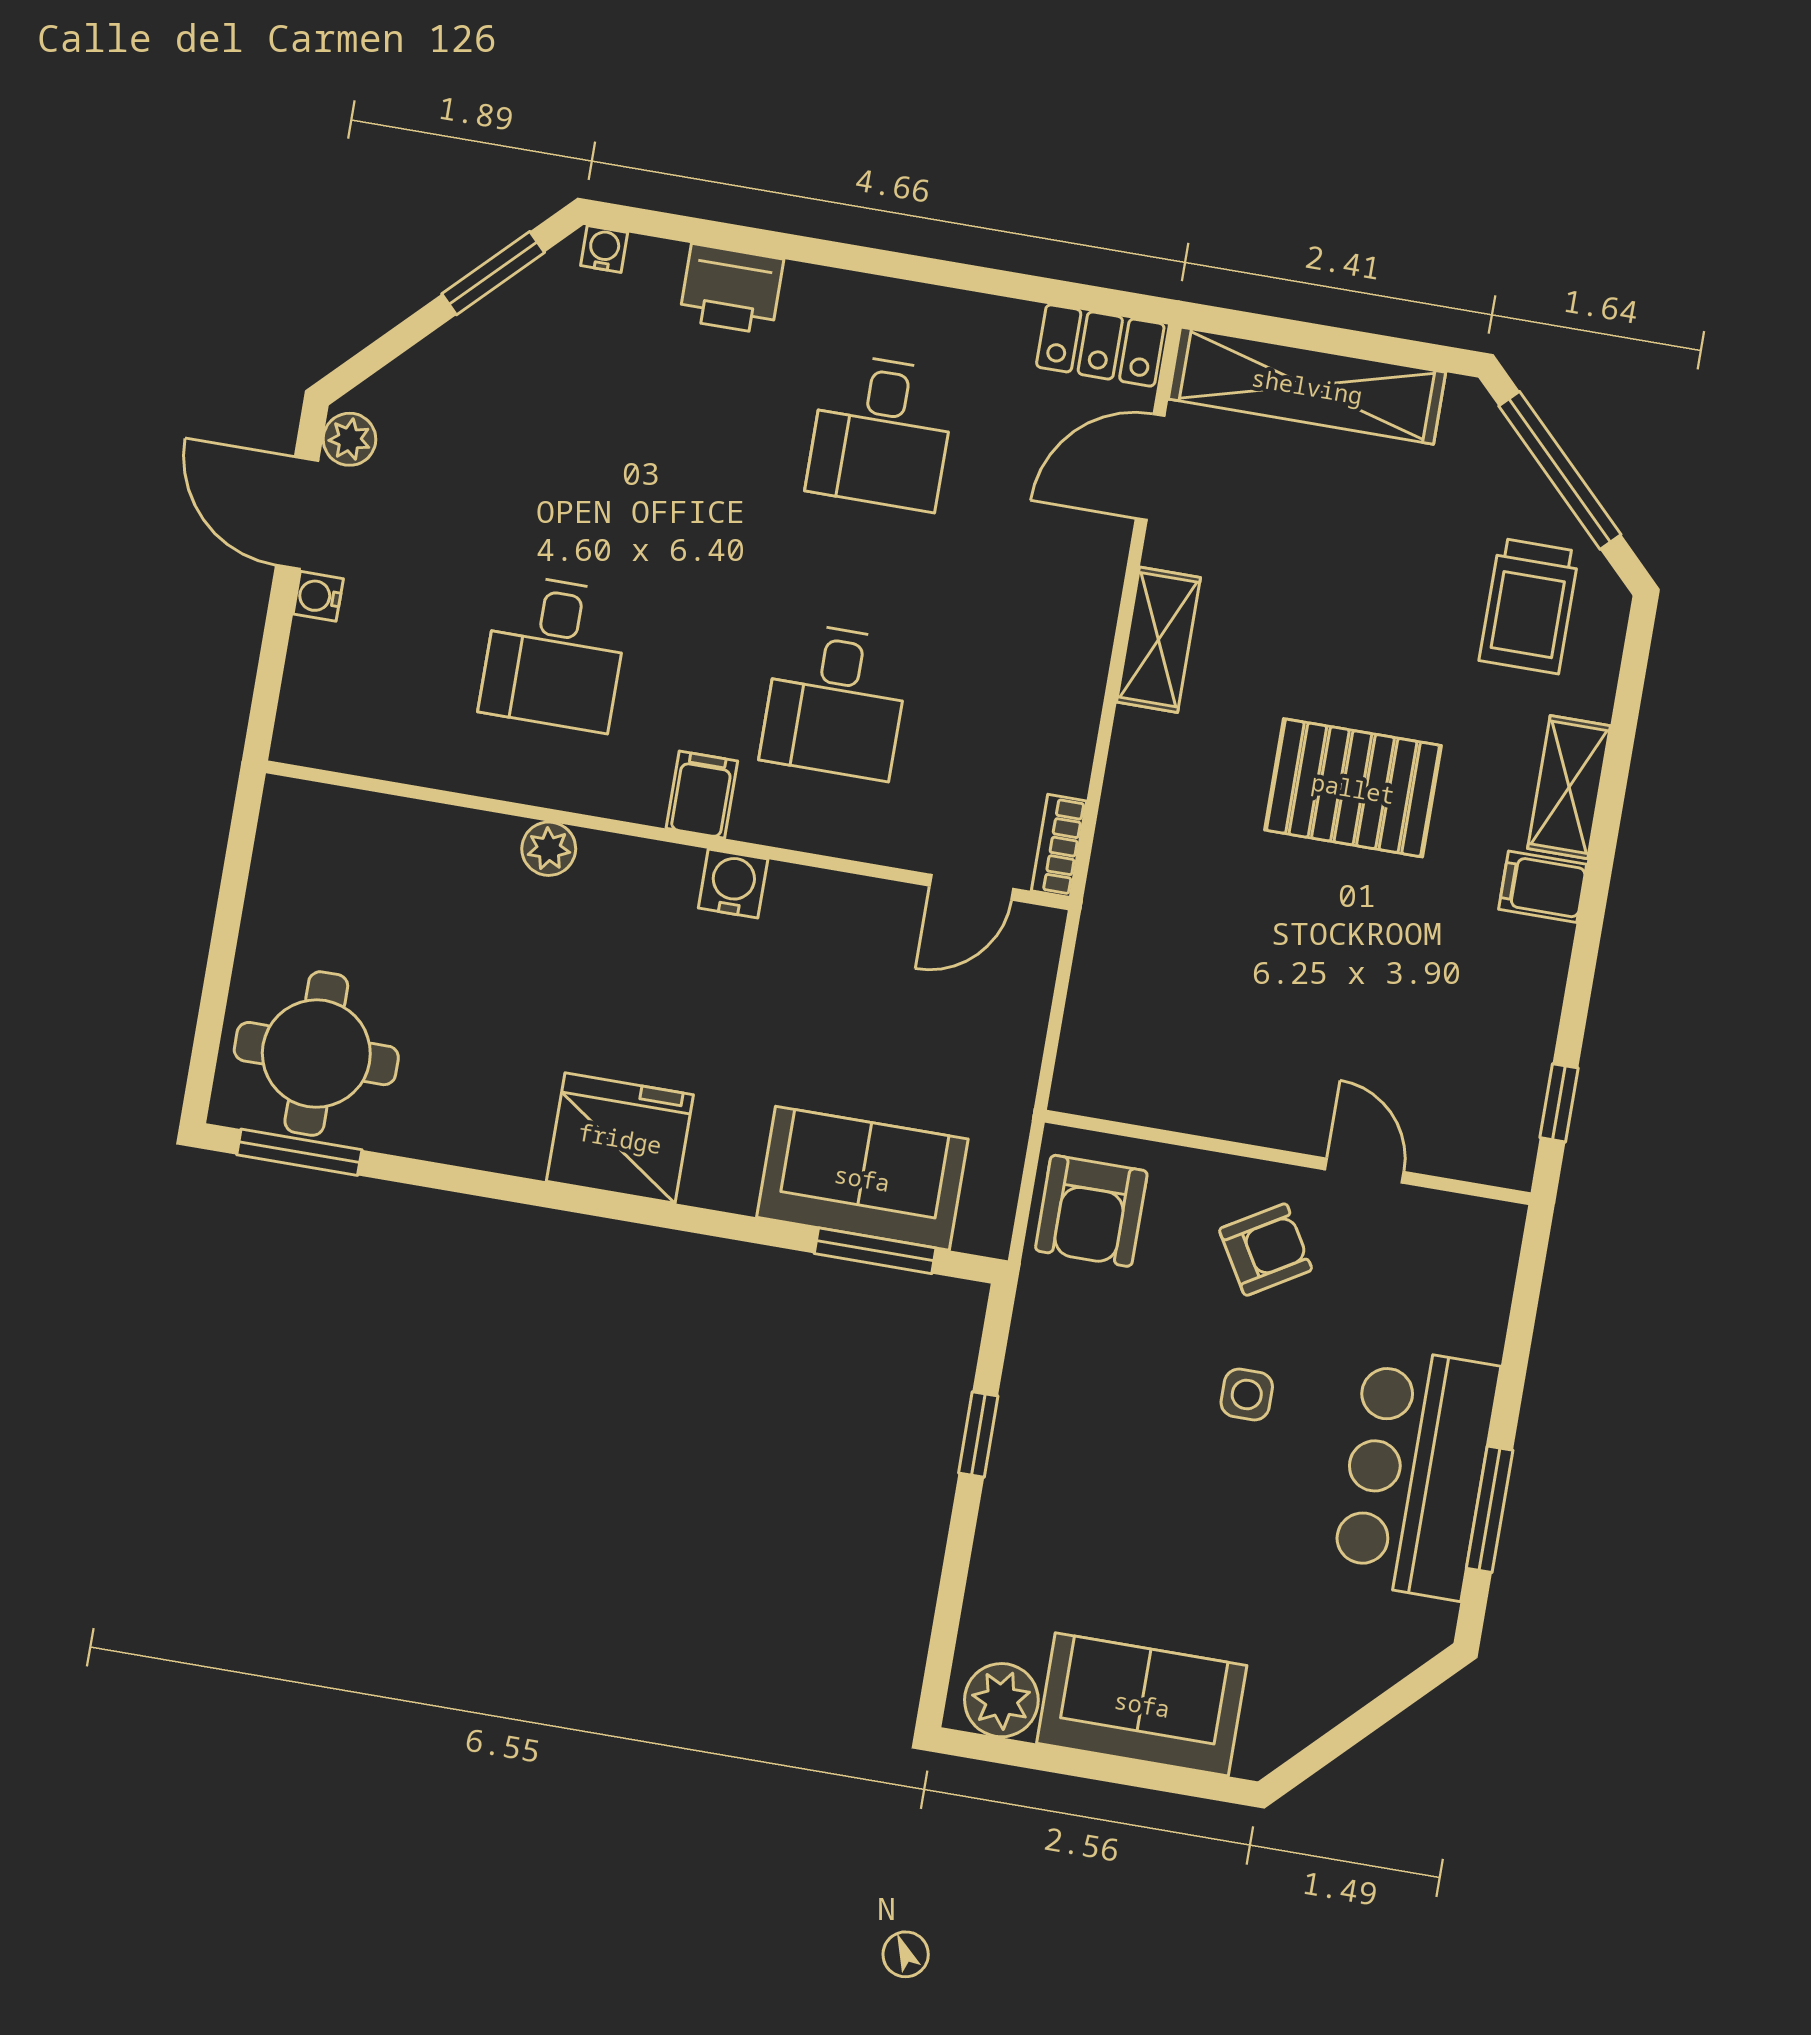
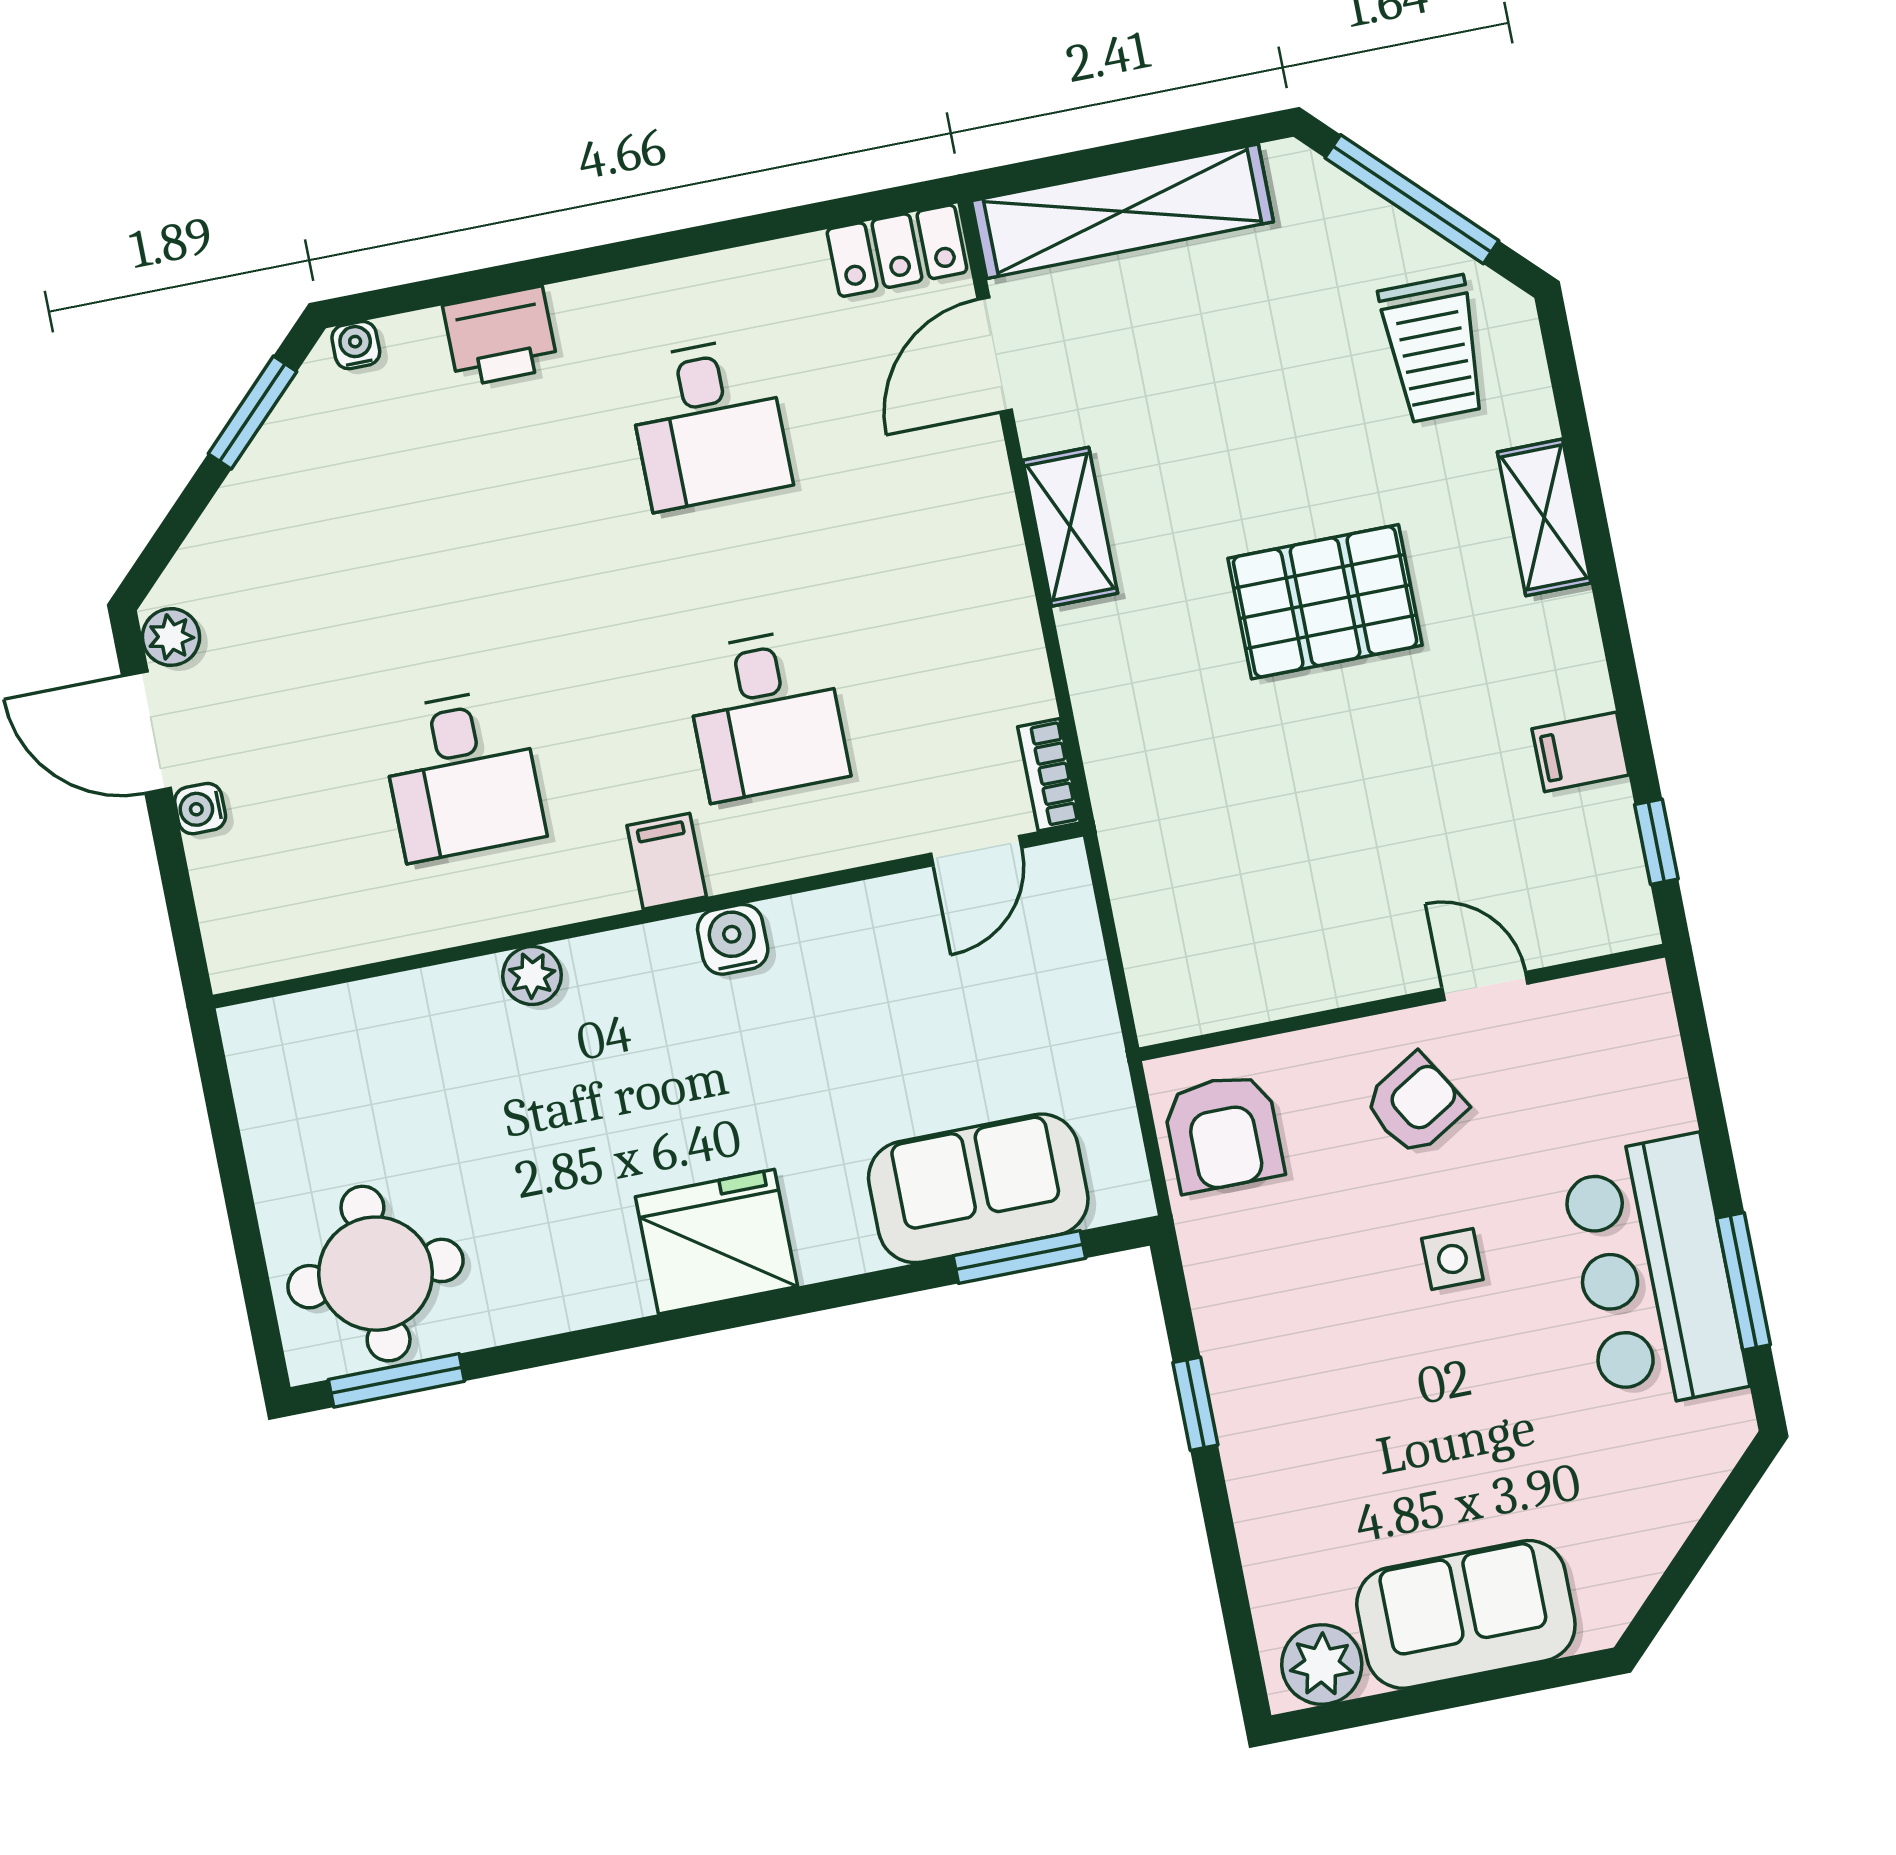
filing cabinet: (1543, 887) -> (1580, 752), moved

